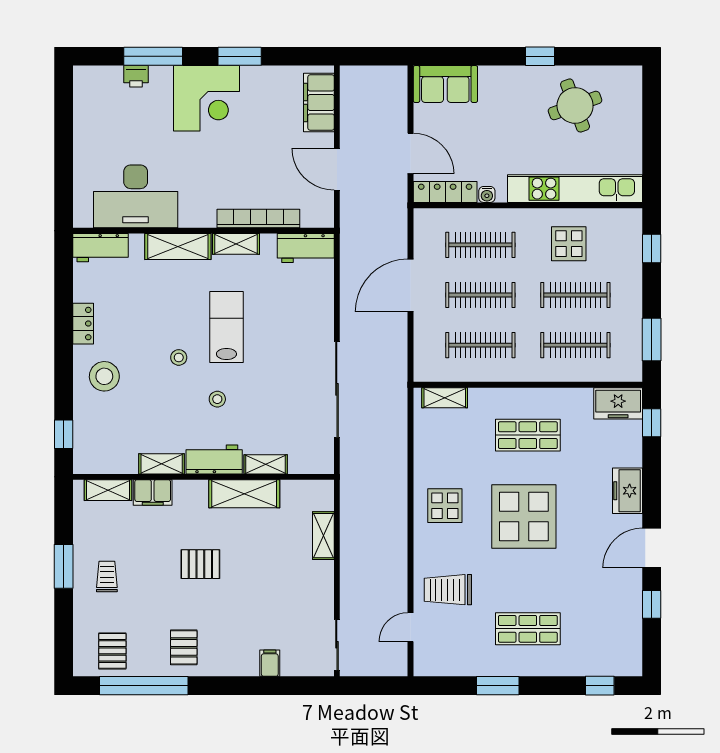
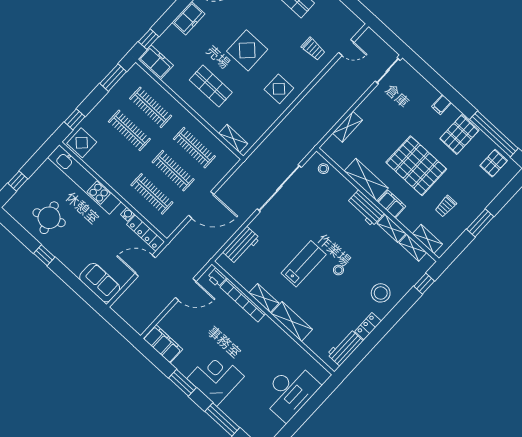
printer: (136, 76) -> (217, 278), moved, turned 180
filing cabinet: (319, 102) -> (163, 344), moved, turned -90
window: (652, 115) -> (18, 181), added
door: (411, 153) -> (145, 266), hinge flipped
door: (337, 169) -> (186, 290), hinge flipped
desk: (136, 196) -> (290, 391), moved, turned 90
display table: (569, 244) -> (82, 143), moved
workbench: (100, 248) -> (345, 348), moved, turned -90
workbench: (306, 248) -> (241, 245), moved, turned 90
lab bench: (226, 327) -> (304, 264), turned 180
stool: (217, 399) -> (323, 169), moved
shelving: (266, 464) -> (413, 248), moved
filing cabinet: (153, 492) -> (392, 204), moved
display table: (524, 516) -> (247, 50), width x0.73, depth x0.73
pallet: (200, 564) -> (416, 166), width x2.05, depth x2.00
trolley: (107, 577) -> (446, 206), moved
trolley: (448, 590) -> (313, 49), width x0.73, depth x0.72
pallet: (184, 647) -> (459, 135), width x1.50, depth x1.42
filing cabinet: (270, 663) -> (442, 105), moved

